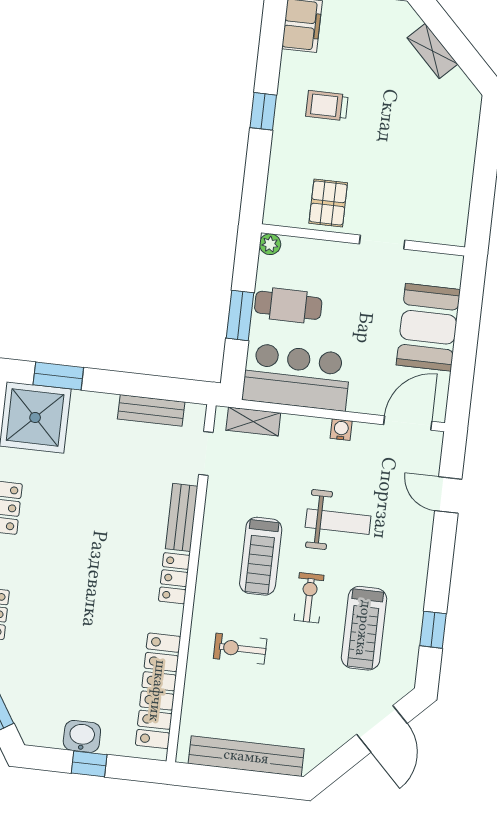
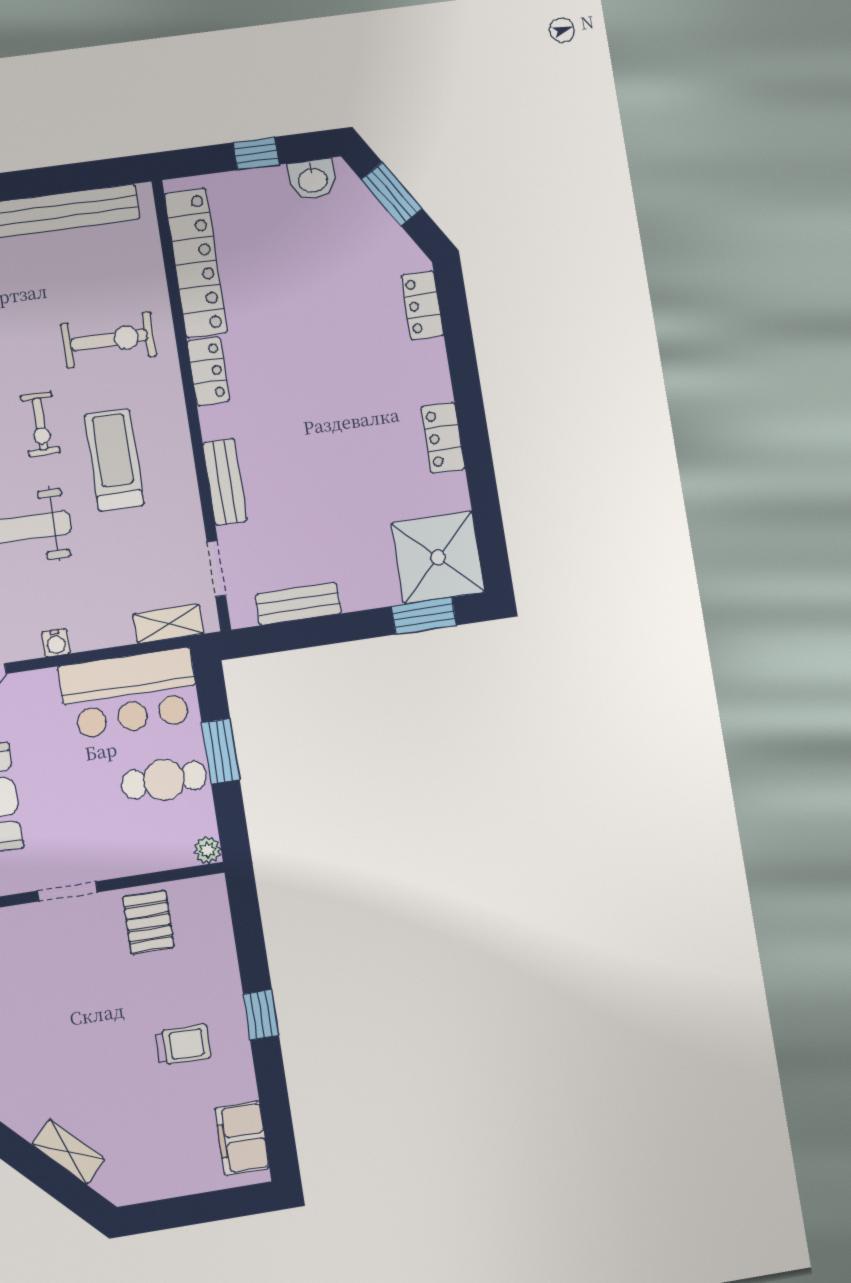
locker: (174, 578) -> (208, 371), moved
exercise bike: (240, 649) -> (109, 340), width x1.38, depth x1.39
washbasin: (82, 736) -> (312, 179), moved

